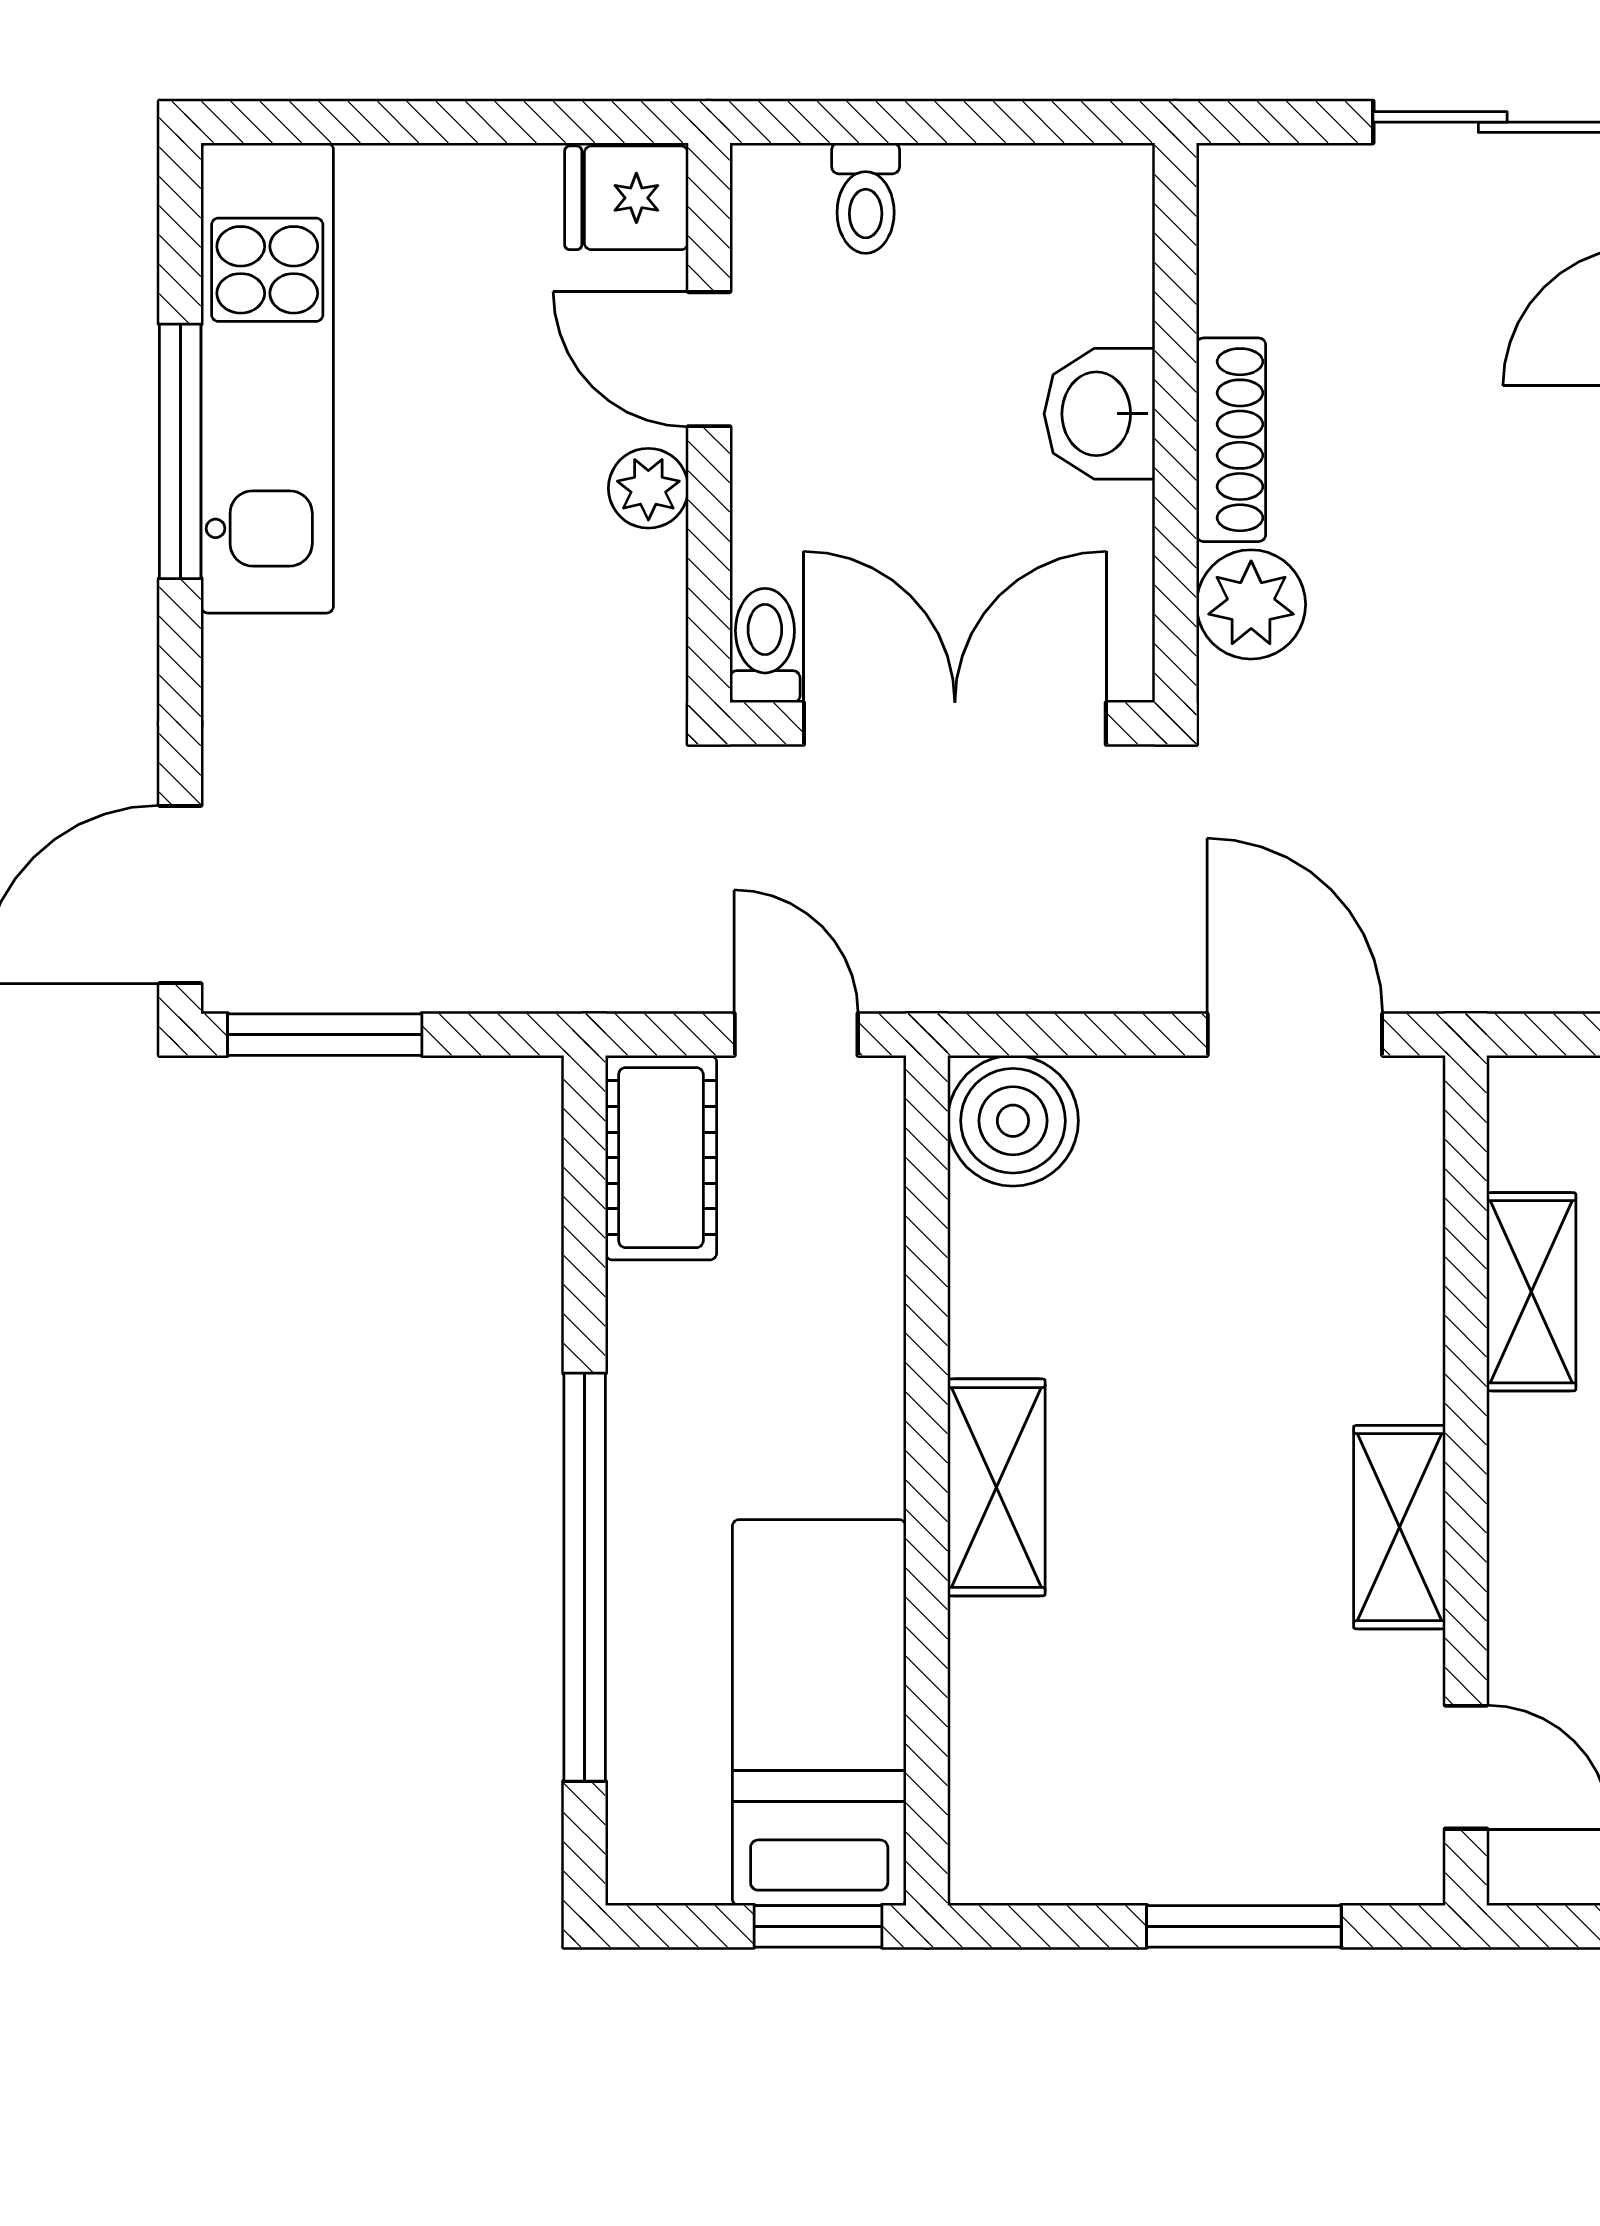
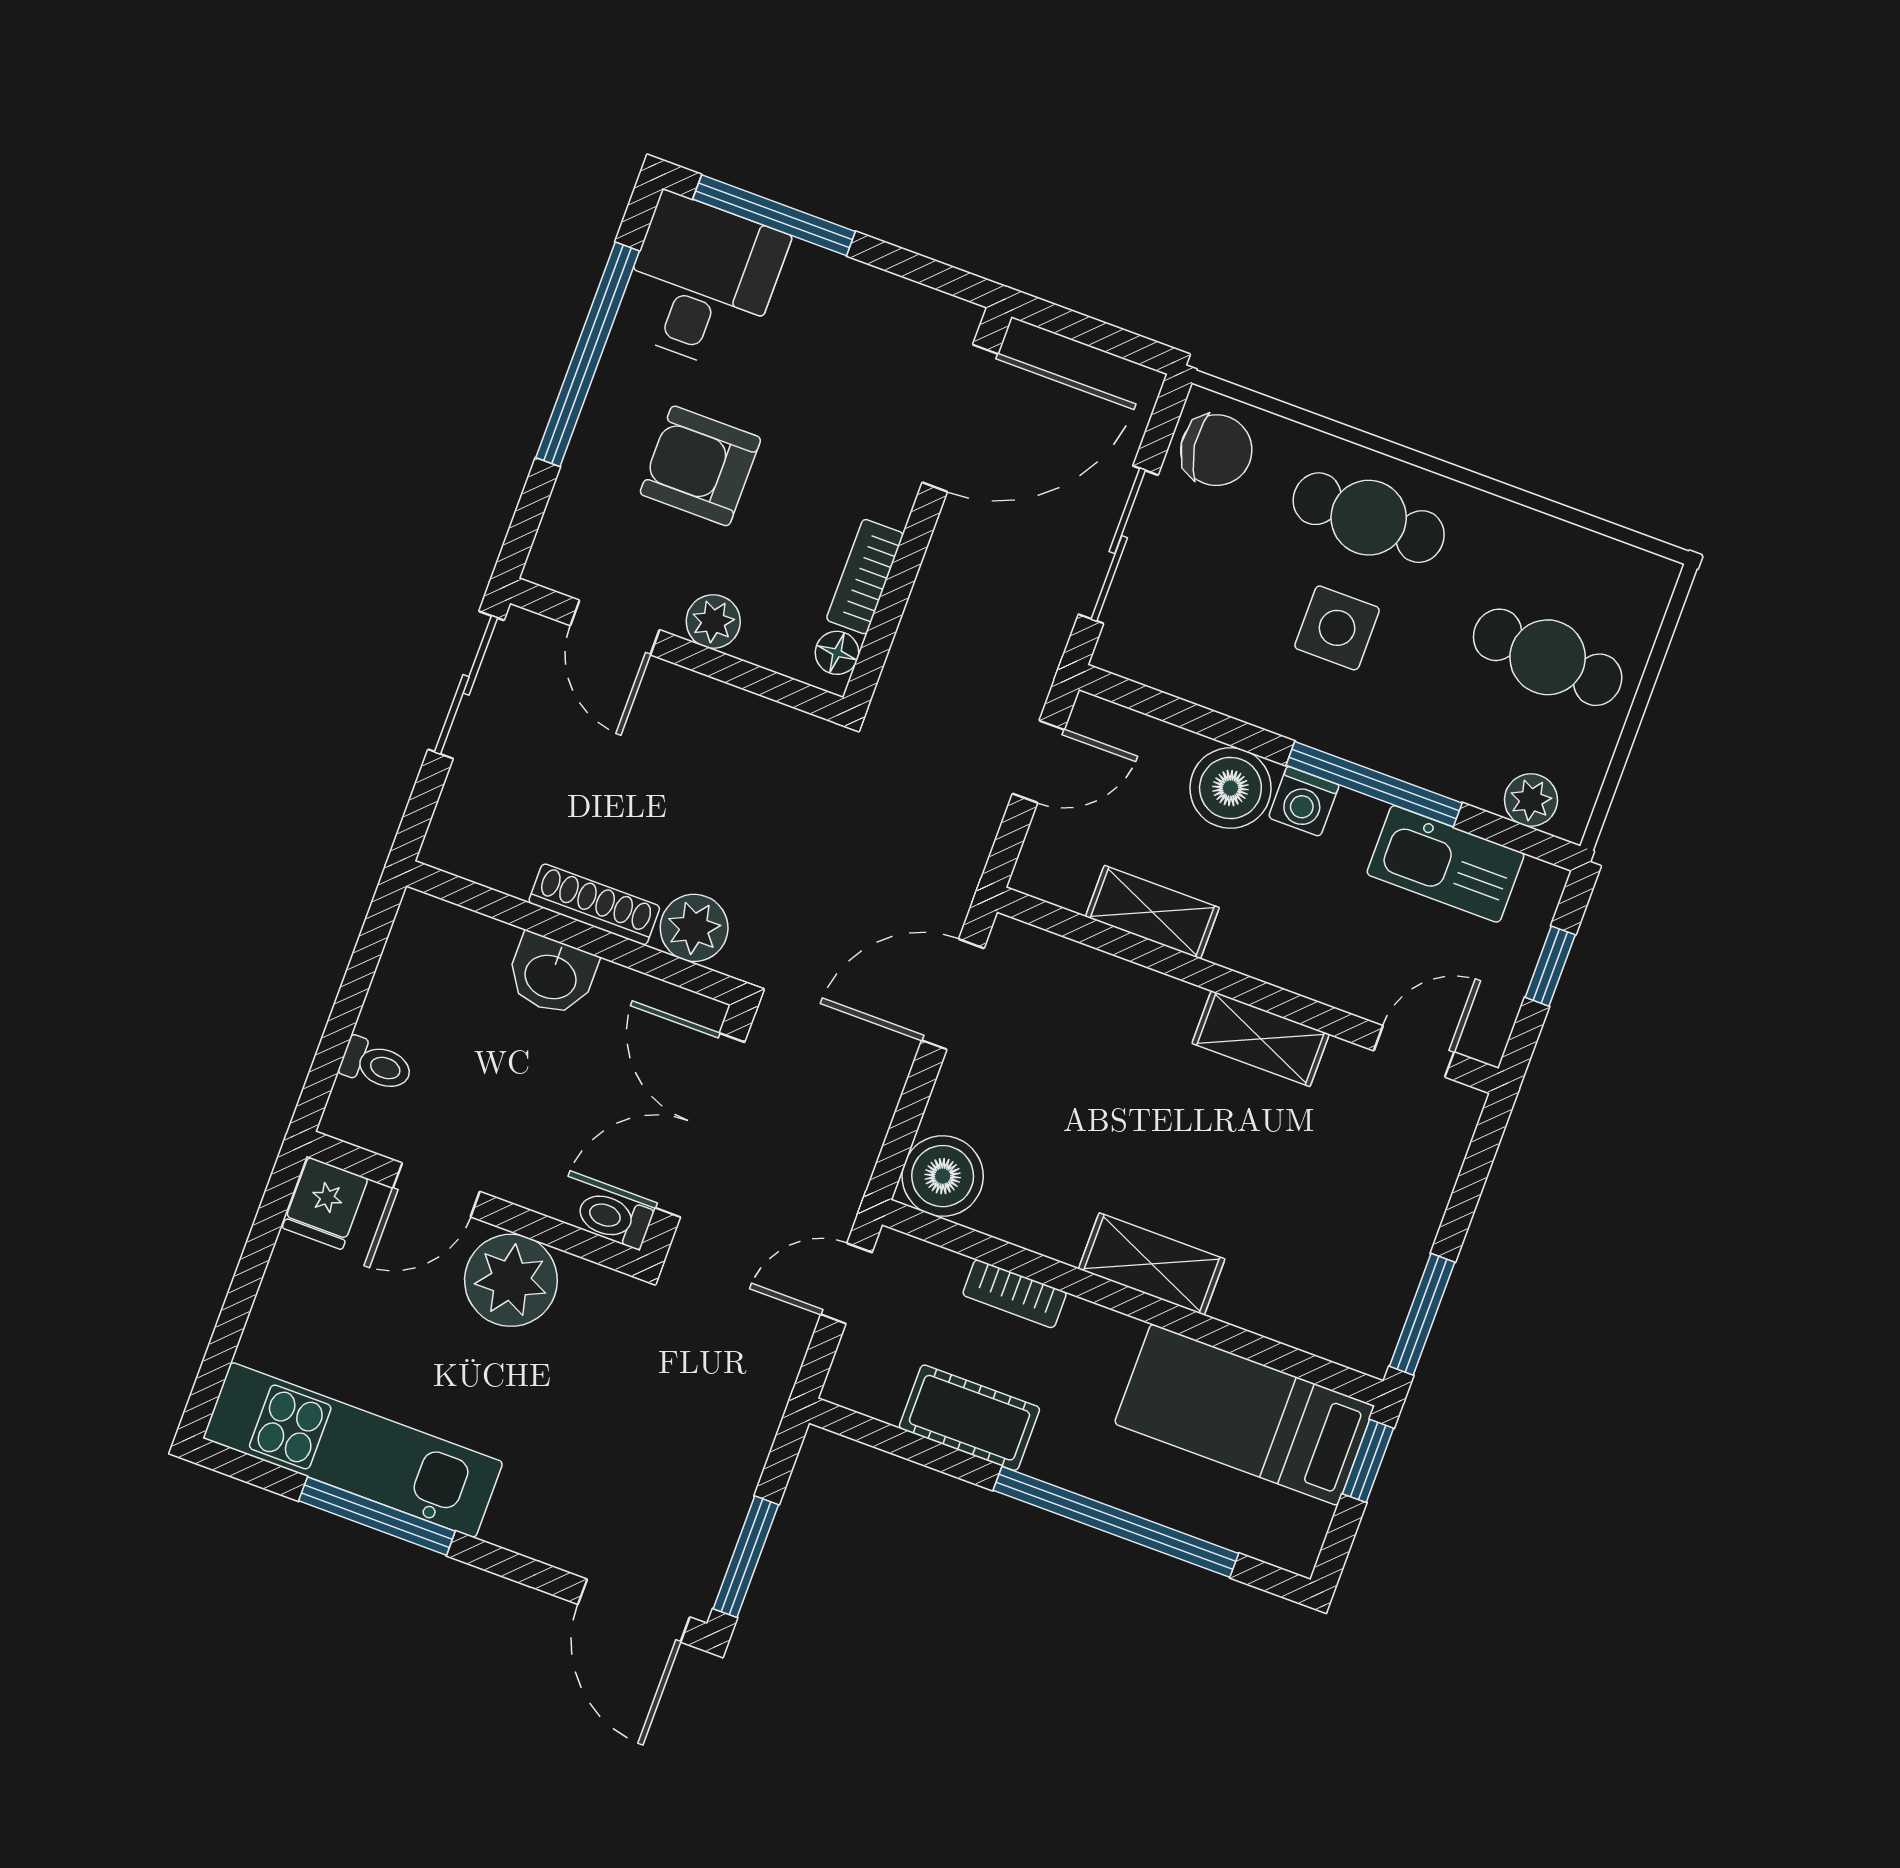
plant: (648, 488) -> (511, 1280), width x1.88, depth x1.88
cot: (661, 1158) -> (969, 1418), moved
bookcase: (874, 1296) -> (1015, 1294), added
window: (1244, 1926) -> (1422, 1314), moved

